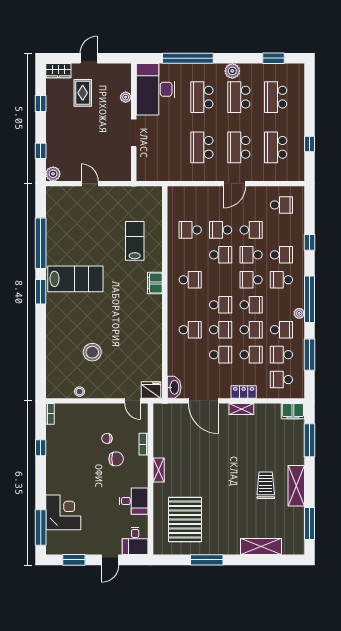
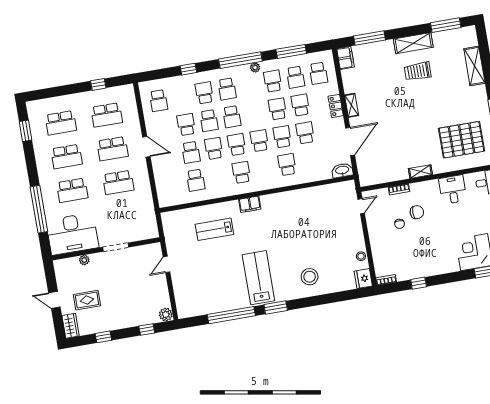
plant: (232, 71) -> (44, 167), removed
door: (90, 184) -> (166, 264), moved
school desk: (281, 205) -> (159, 101), turned 180
school desk: (251, 305) -> (237, 145), moved
stool: (92, 352) -> (310, 277), moved
fridge: (151, 390) -> (363, 279), moved
chair: (116, 459) -> (417, 212), turned 90

